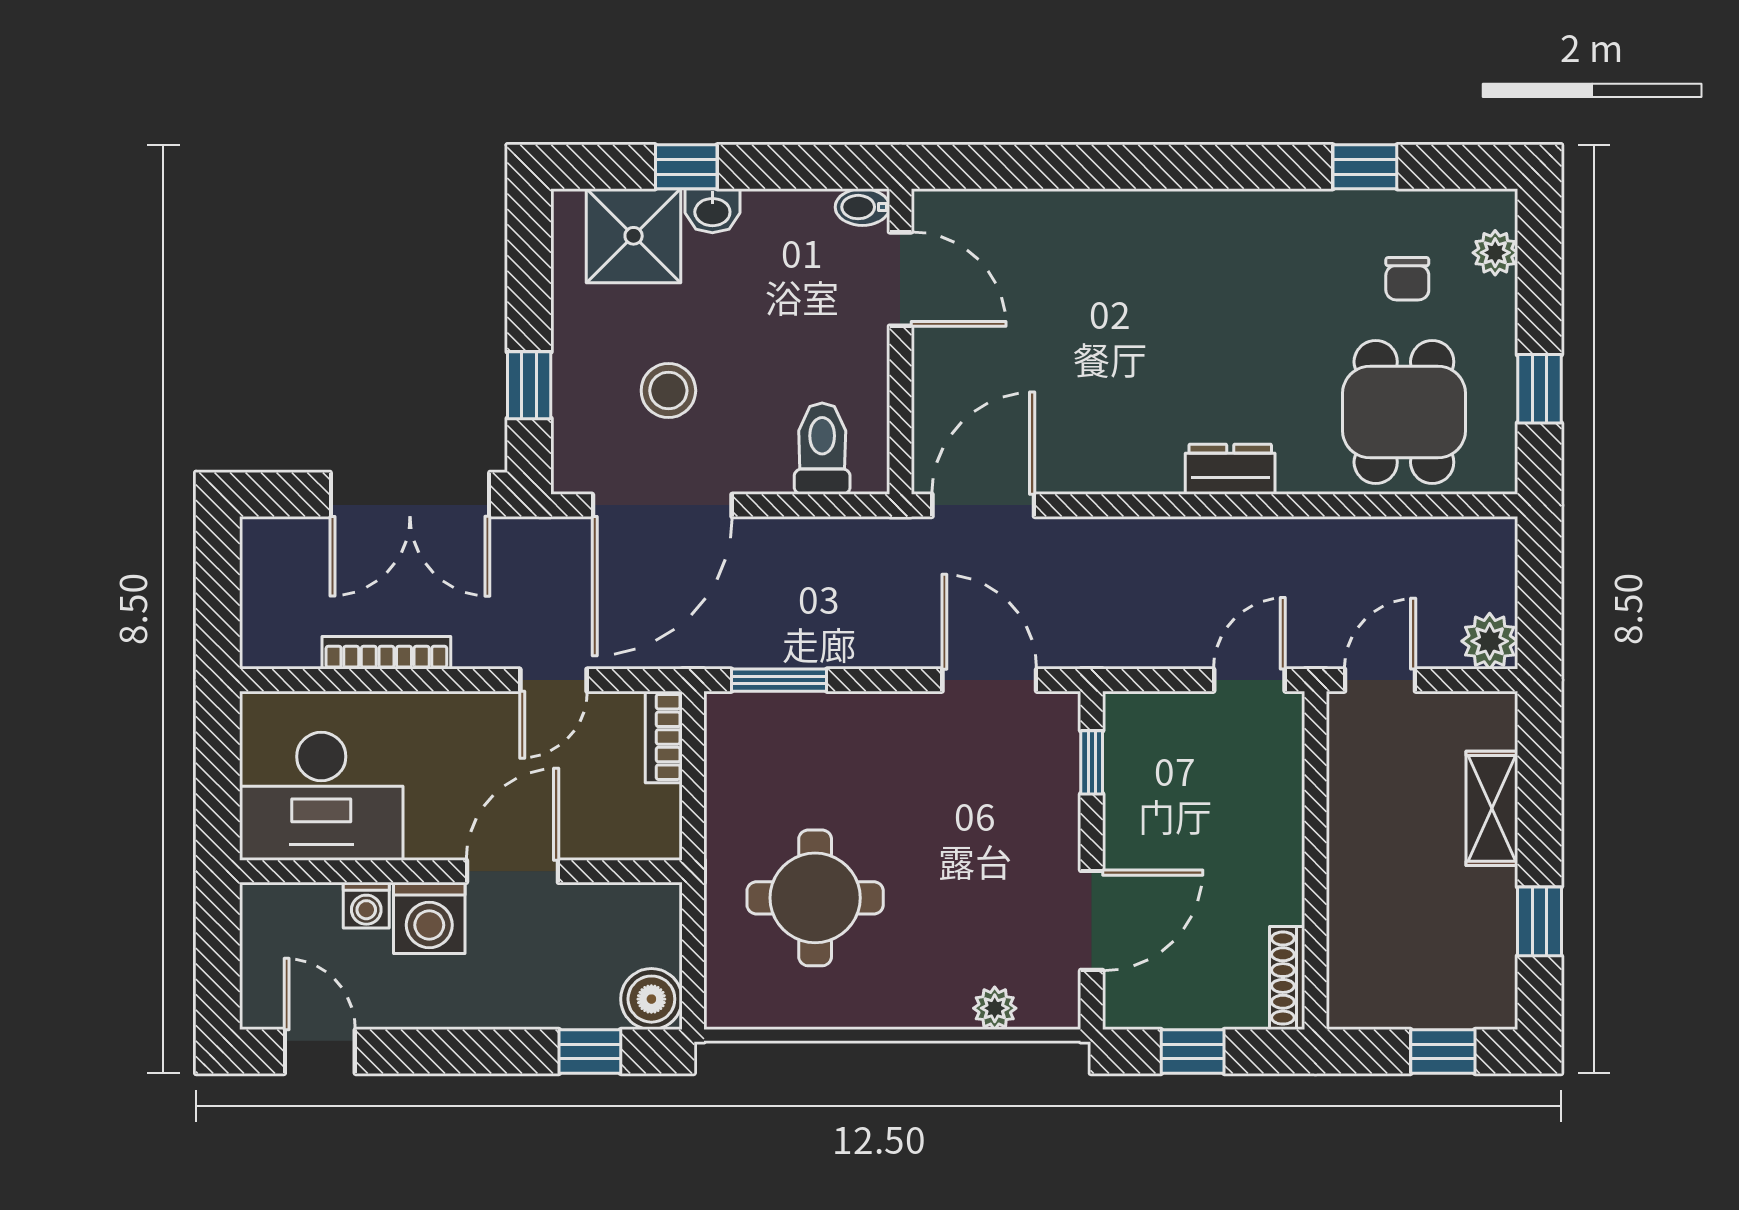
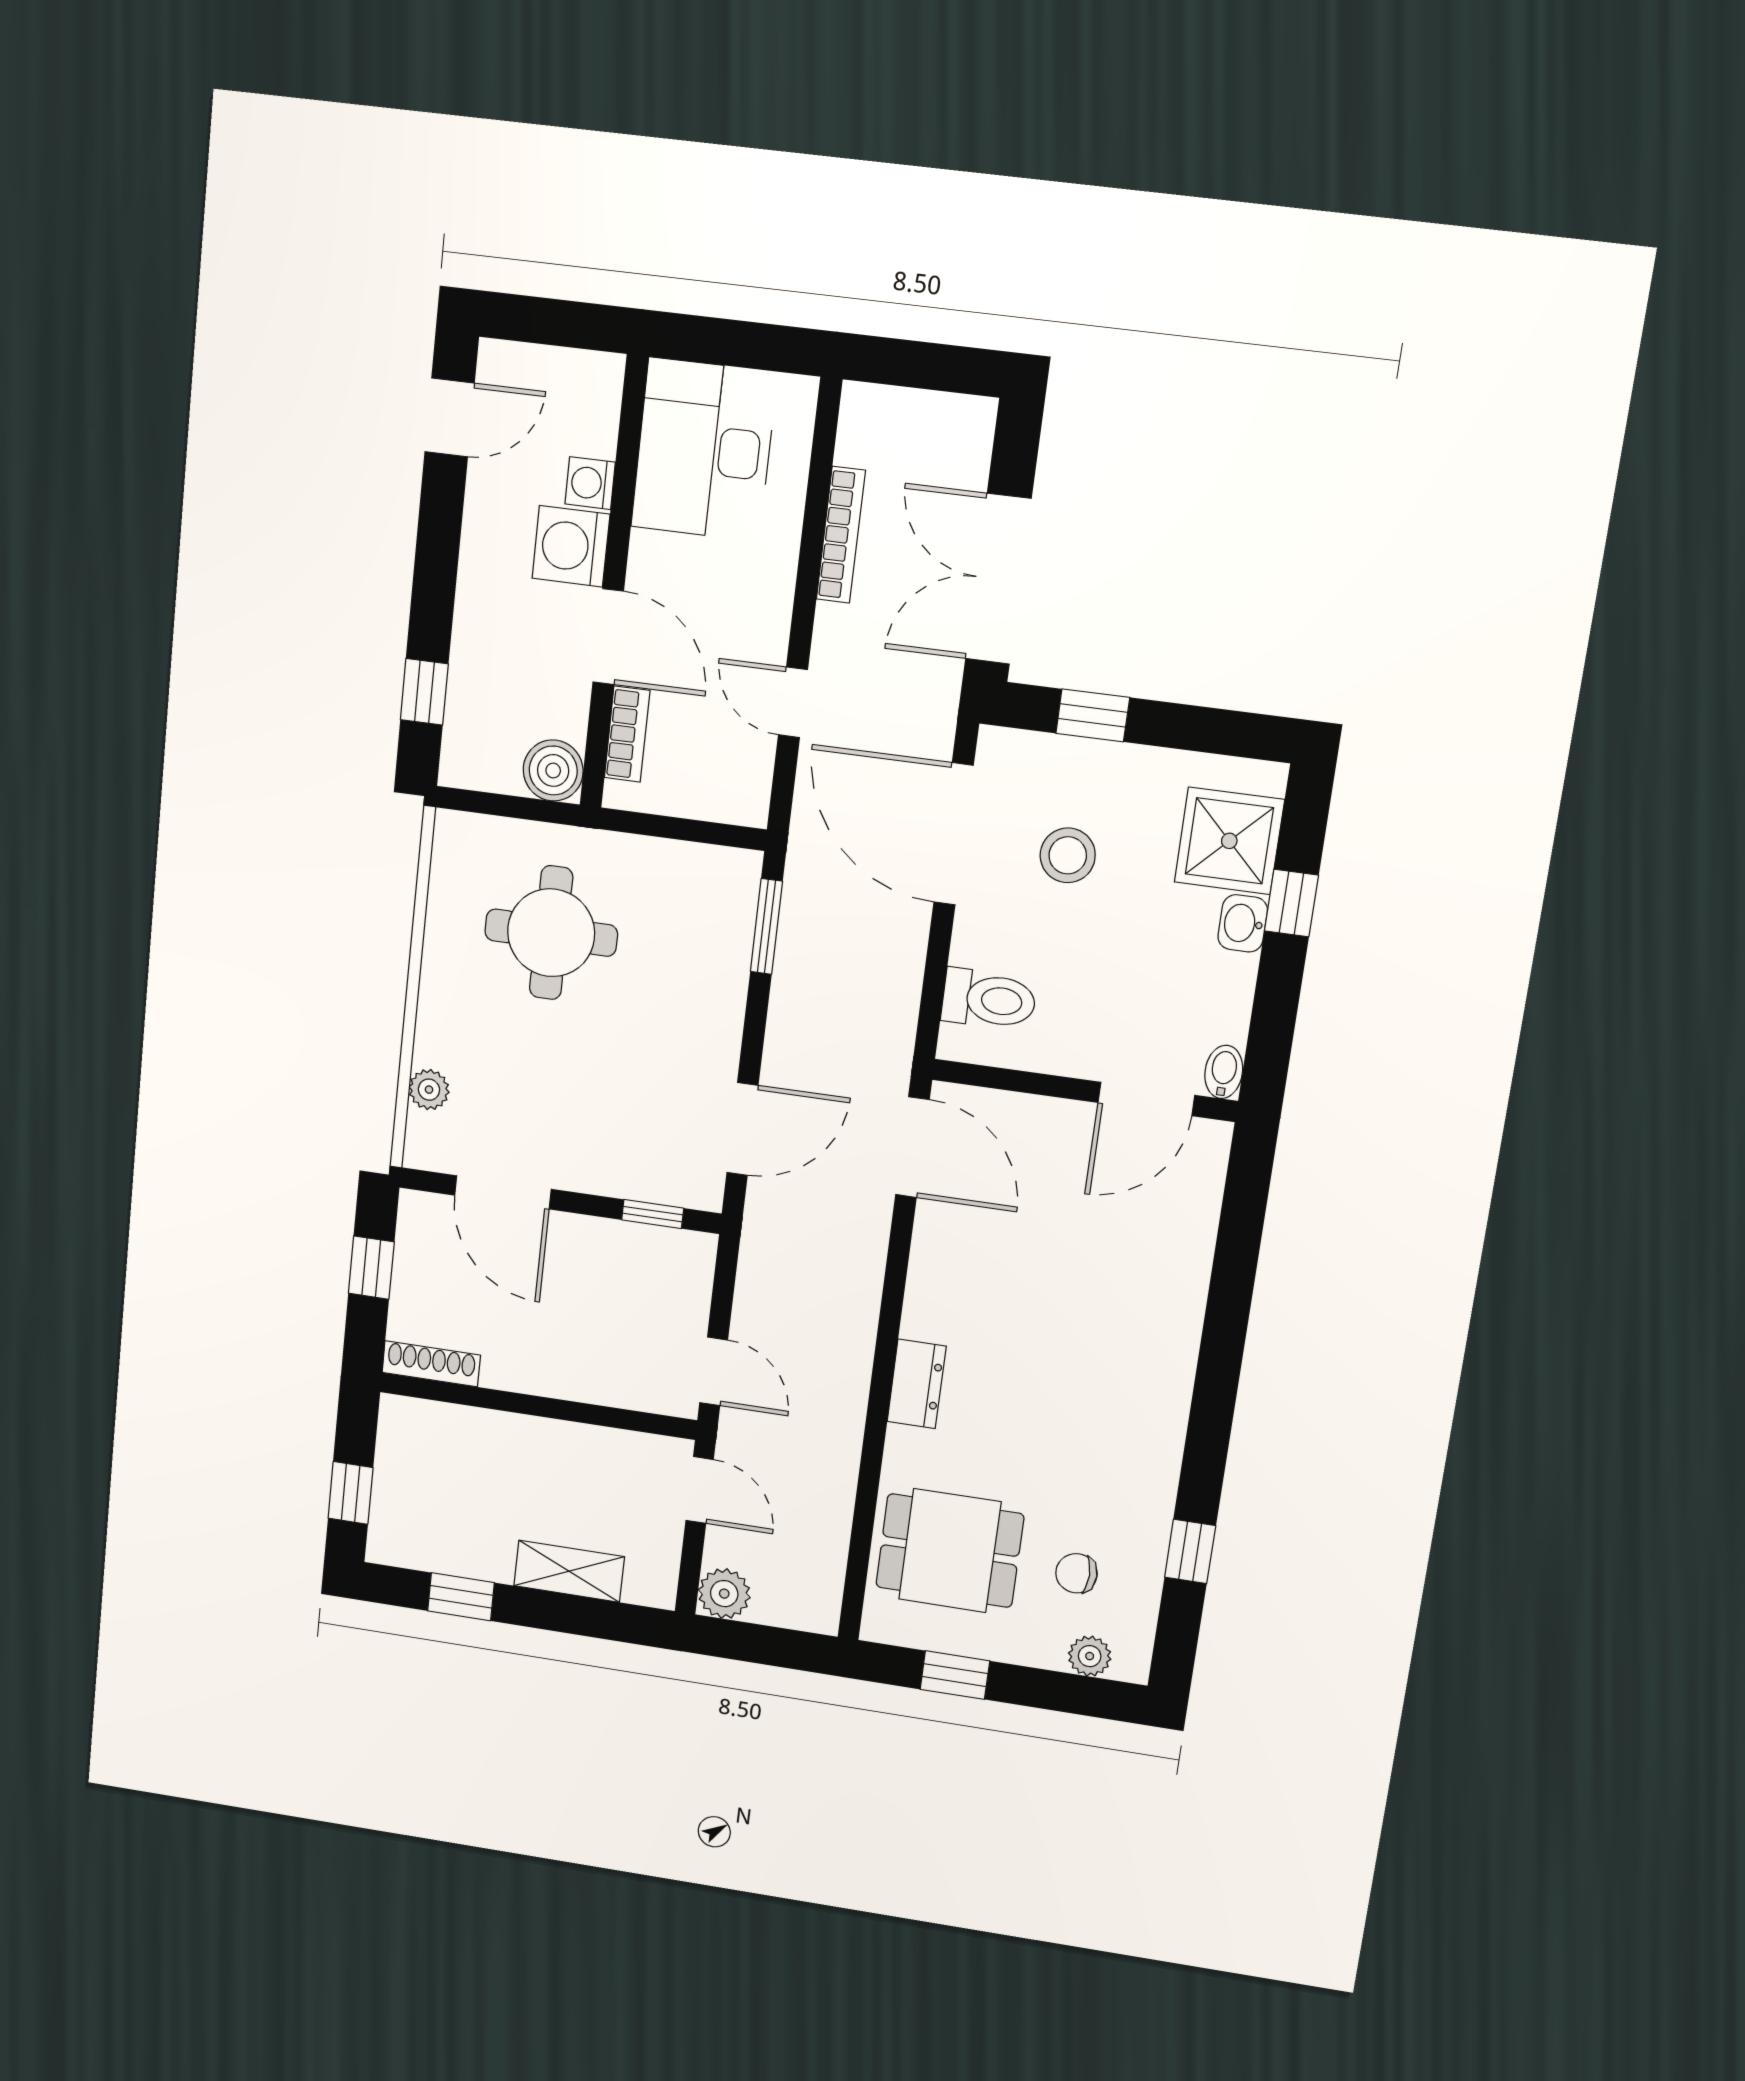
bookcase: (664, 737) -> (627, 734), moved, turned 90
boiler: (651, 999) -> (553, 771), moved

